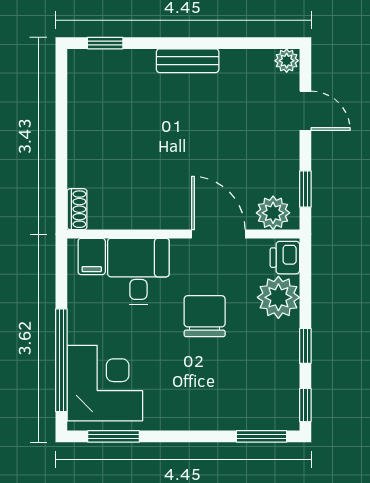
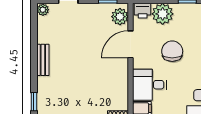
chair: (205, 316) -> (172, 51), turned 90

